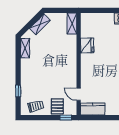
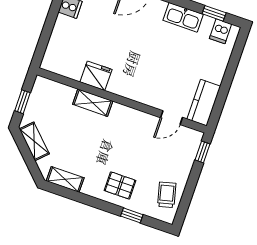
window: (59, 10) -> (22, 102), added
shelving: (72, 24) -> (93, 103), moved
pallet: (57, 106) -> (120, 185), moved

